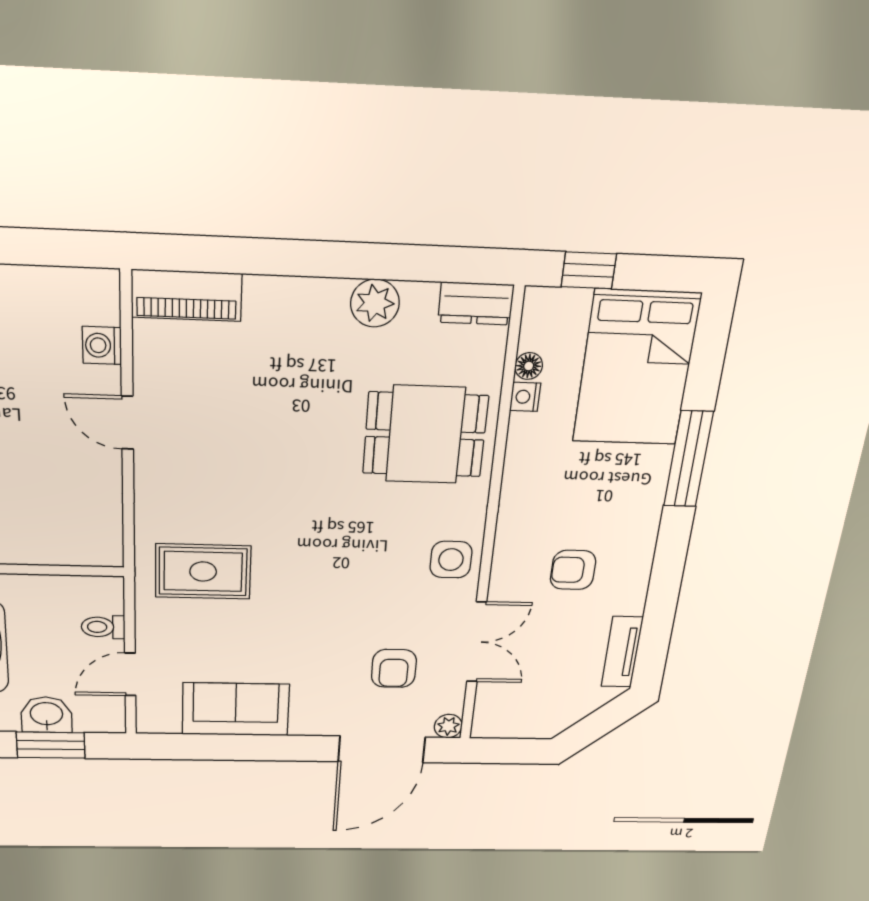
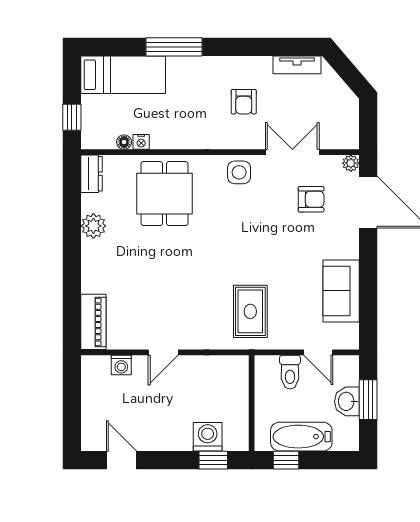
bed: (636, 368) -> (123, 75), width x0.67
toilet: (103, 627) -> (290, 372), width x1.37, depth x1.39

